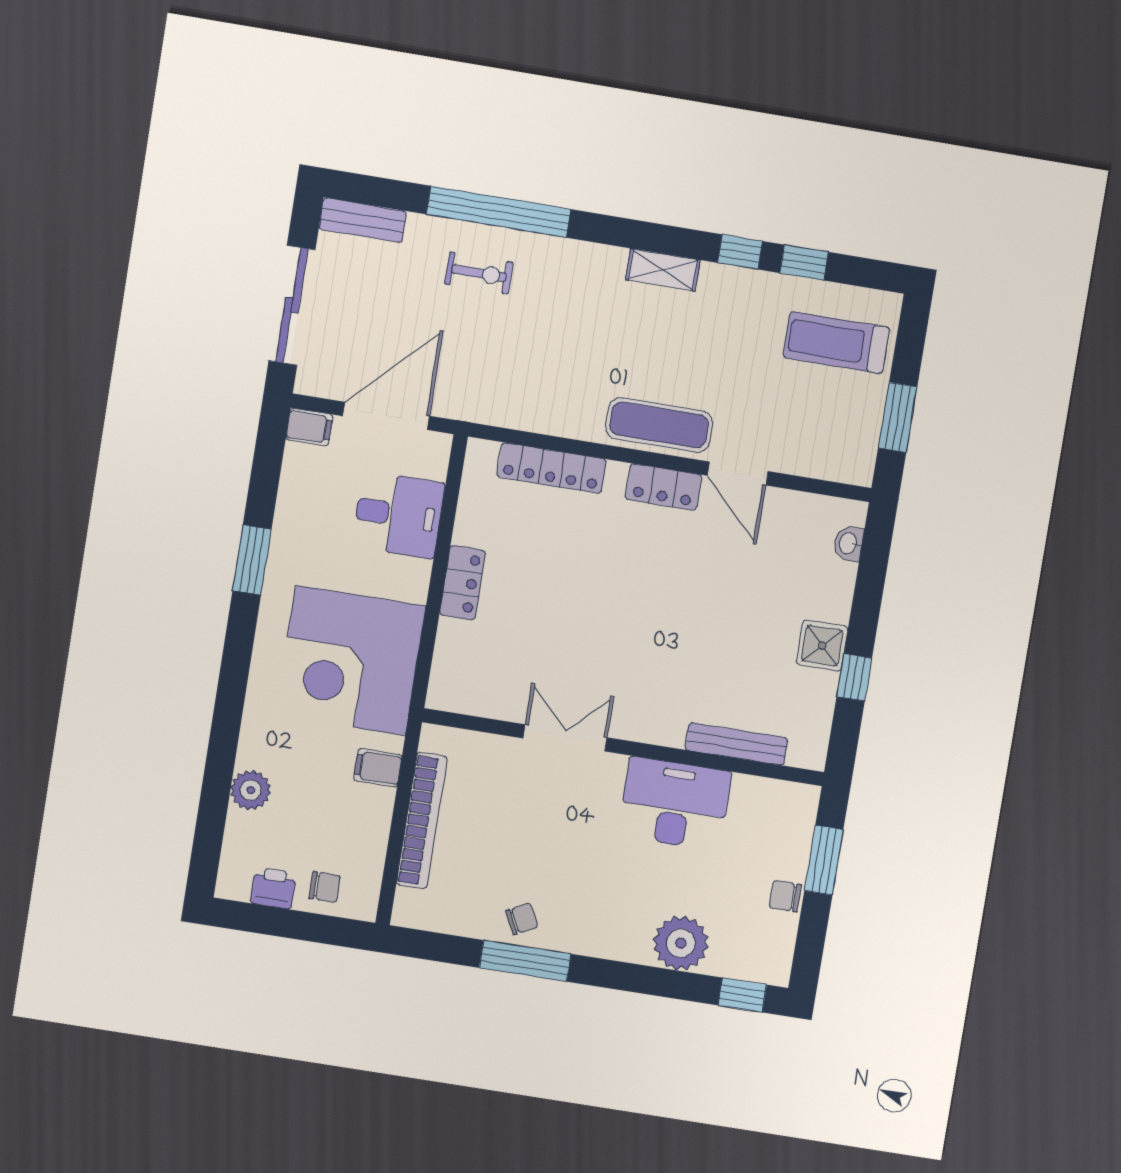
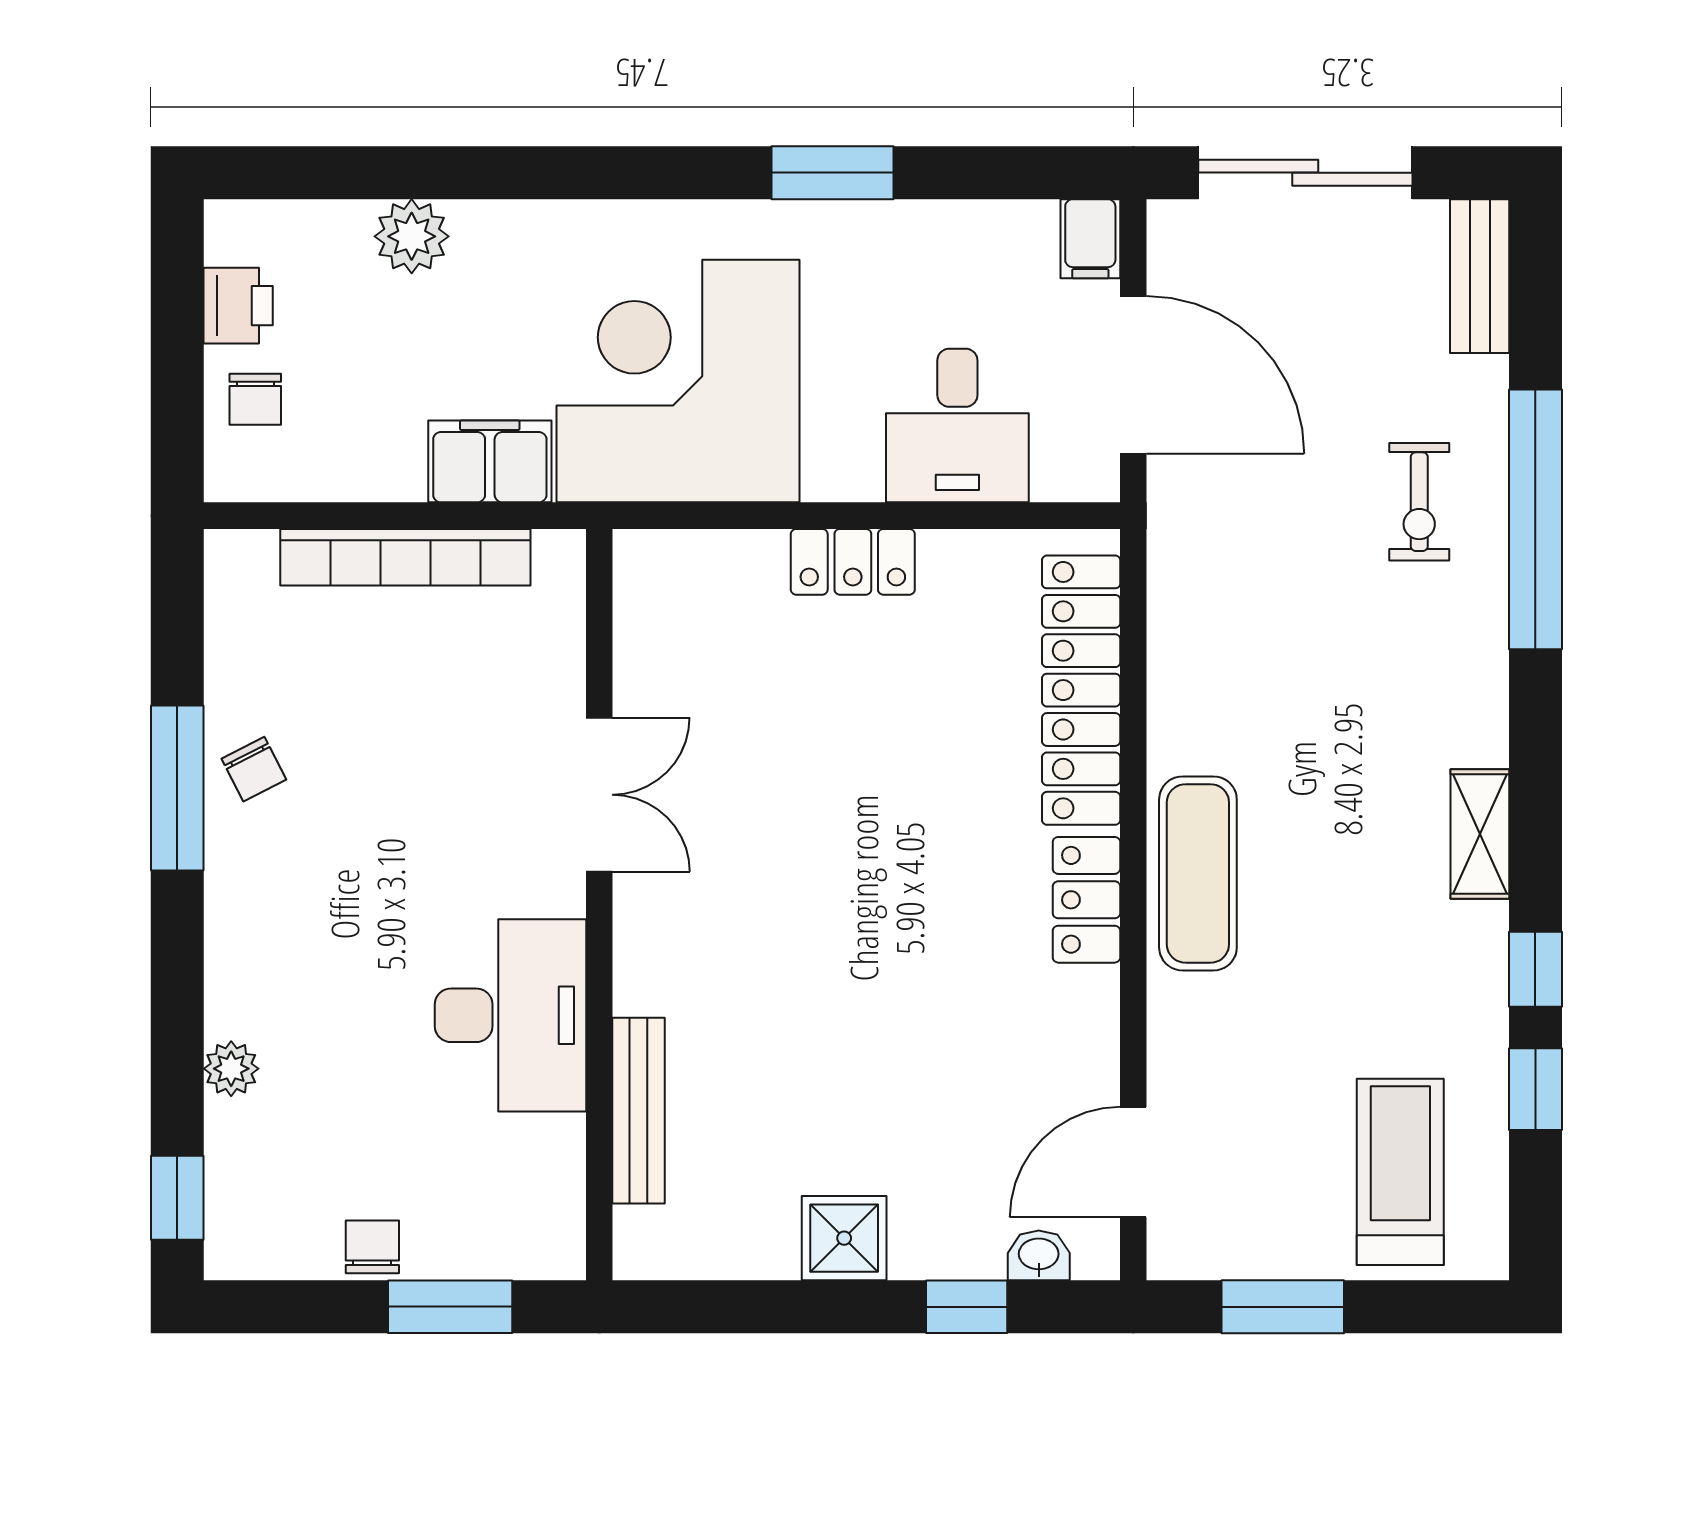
locker: (551, 468) -> (1081, 690), width x1.41, depth x1.21
door: (738, 473) -> (1133, 1162), moved
window: (854, 677) -> (967, 1307), moved
filing cabinet: (378, 768) -> (490, 461), width x2.00
plant: (681, 943) -> (231, 1069), width x0.53, depth x0.53

